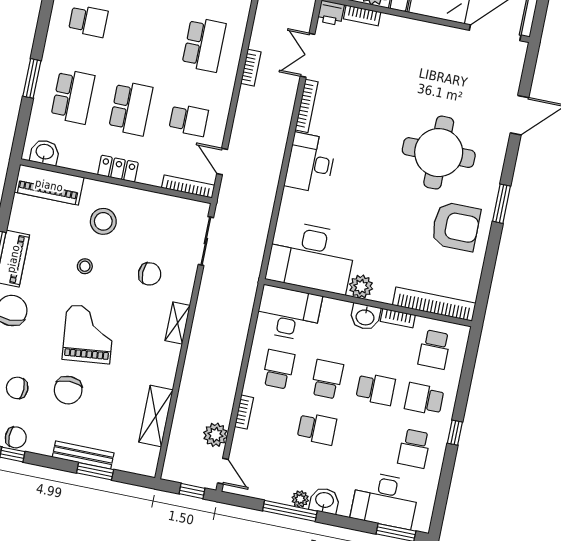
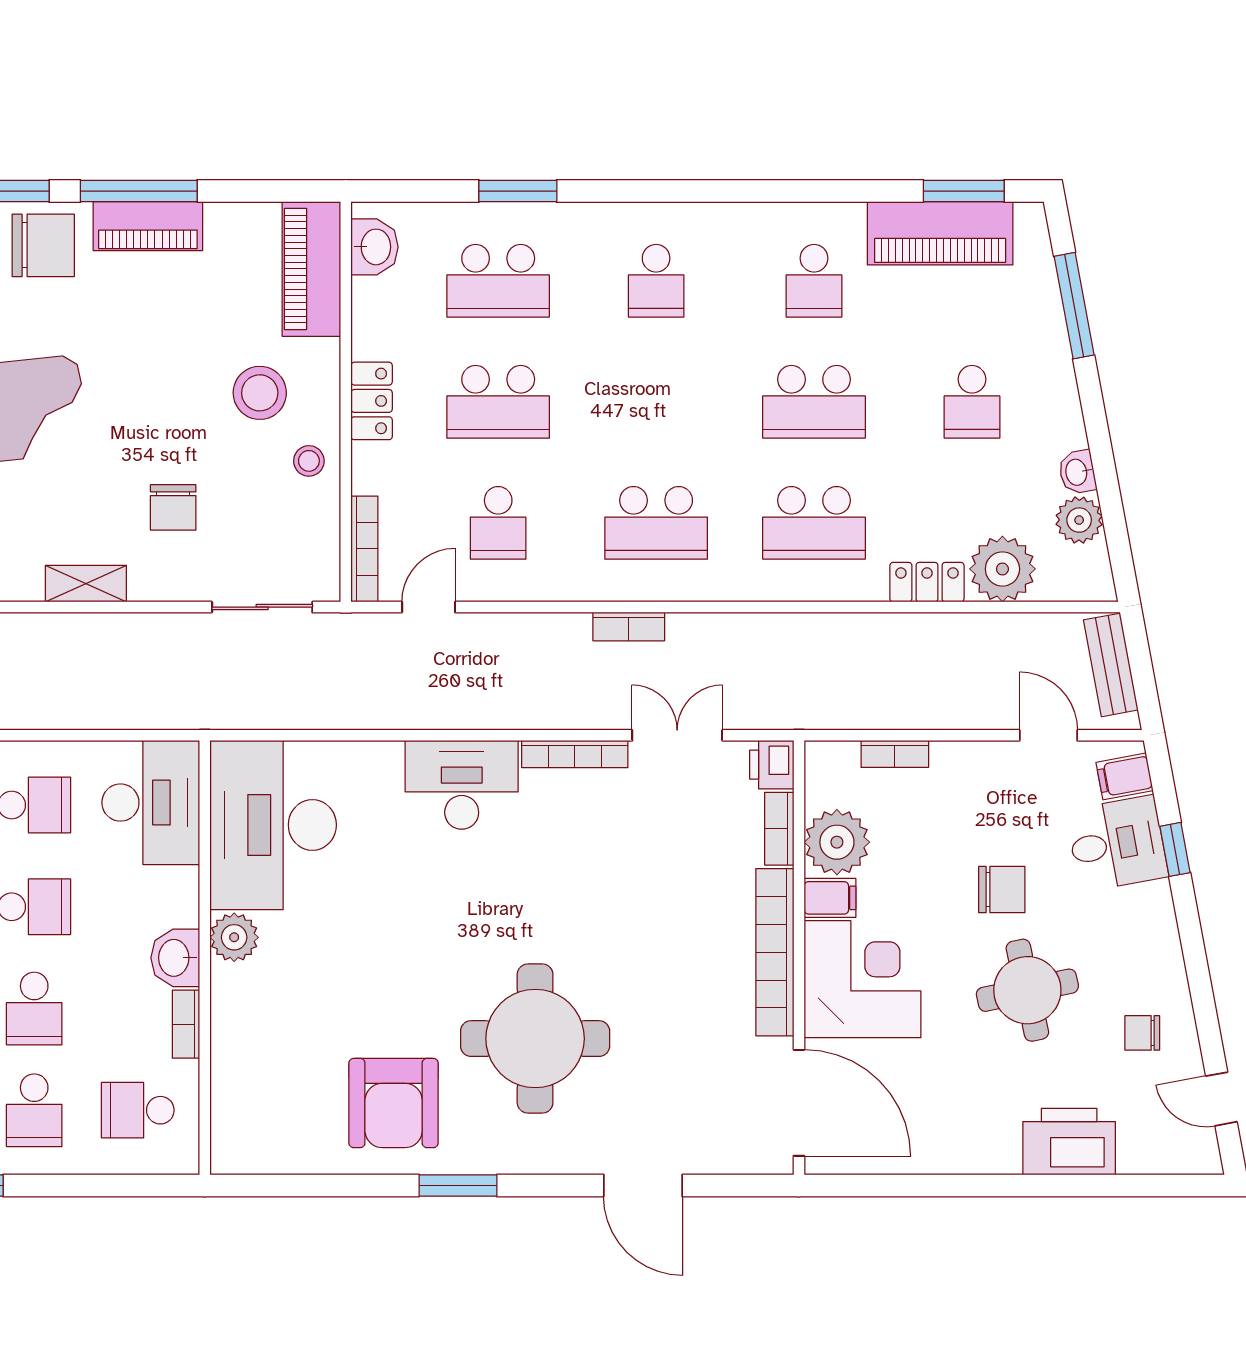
stool: (85, 266) -> (309, 461), moved
bookcase: (434, 304) -> (775, 952), moved, turned 180
school desk: (424, 399) -> (34, 1110), turned 180

